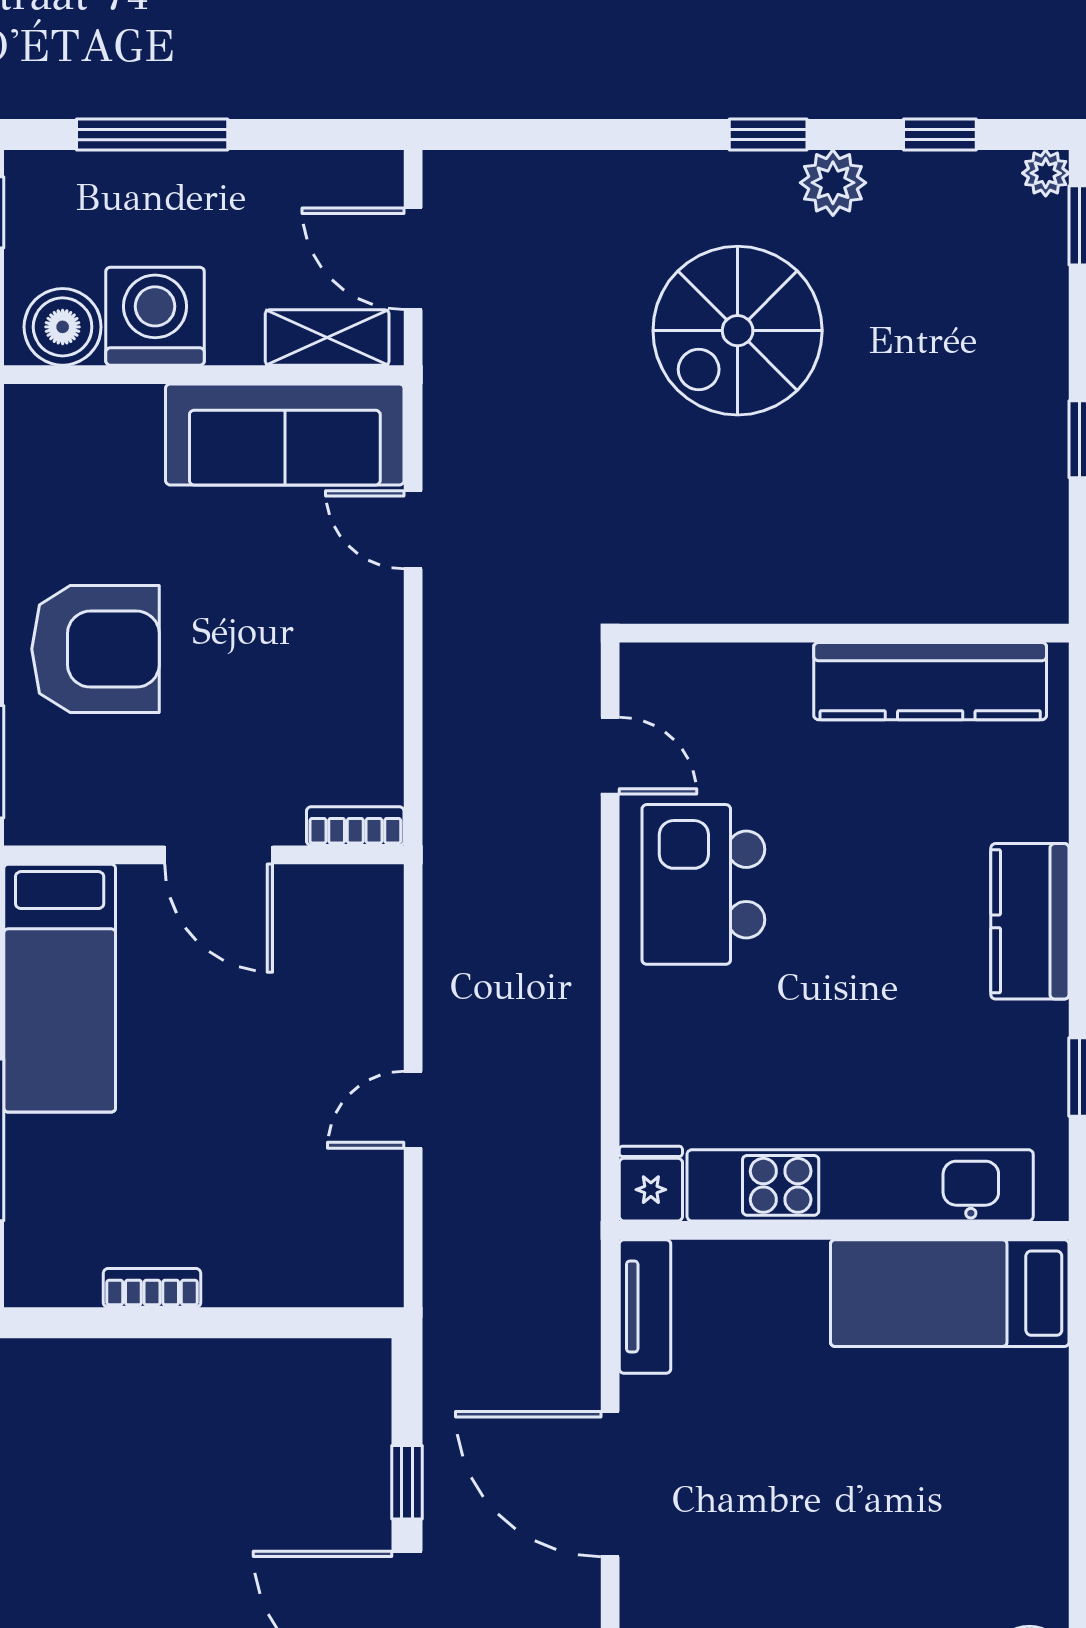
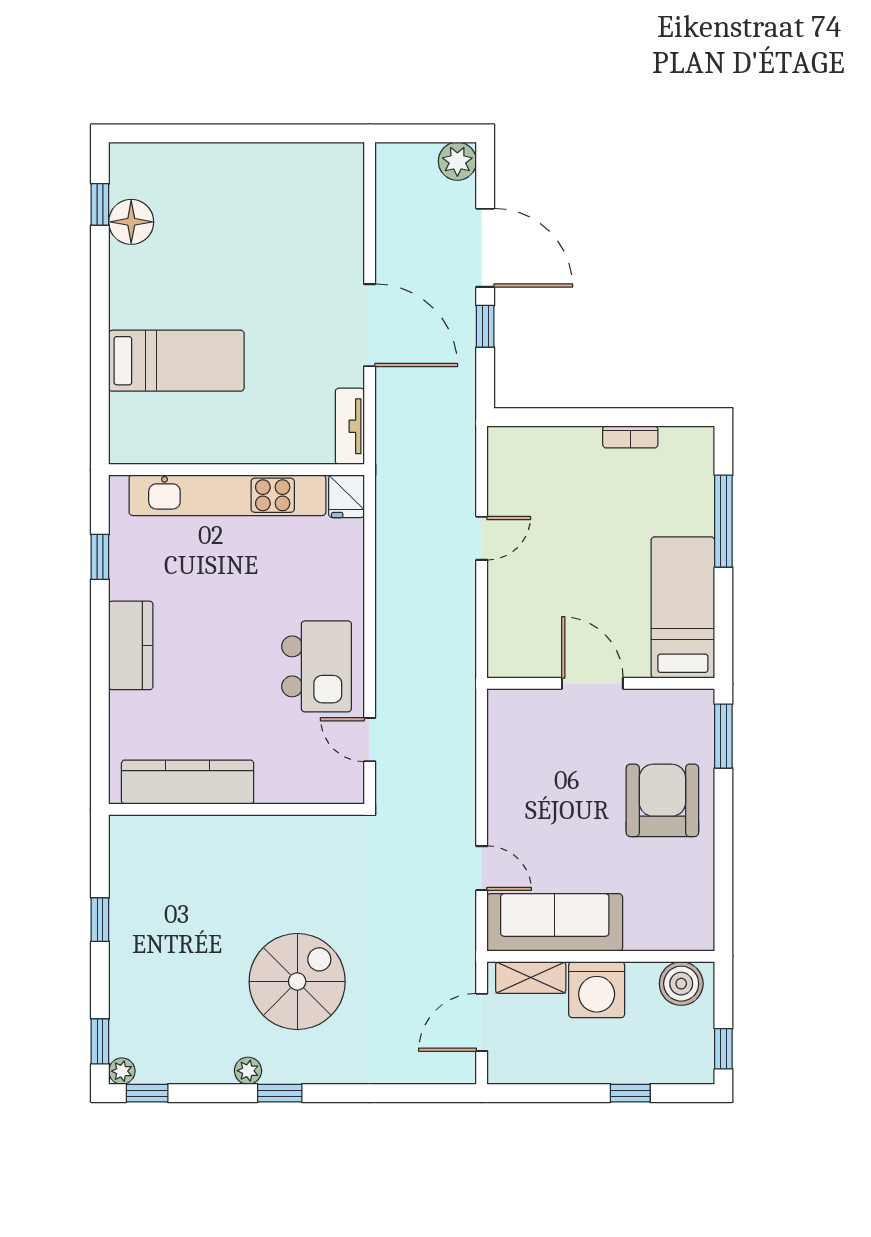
window: (152, 134) -> (630, 1093), width x0.46
window: (940, 134) -> (147, 1093), moved
plant: (833, 183) -> (248, 1071), width x0.73, depth x0.73
door: (413, 259) -> (482, 1022), swing flipped
washing machine: (155, 316) -> (597, 990), moved
armchair: (96, 649) -> (662, 800), turned 90
bookcase: (355, 826) -> (515, 700), removed
bed: (950, 1293) -> (176, 361), moved

